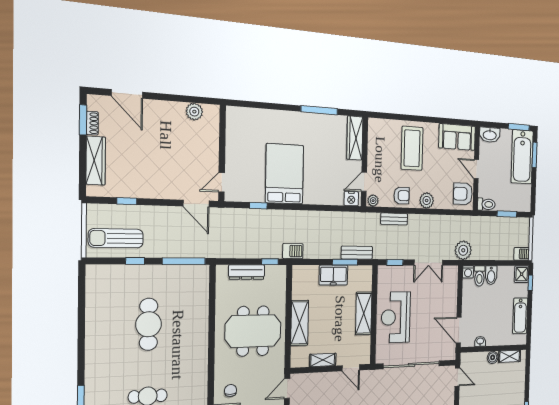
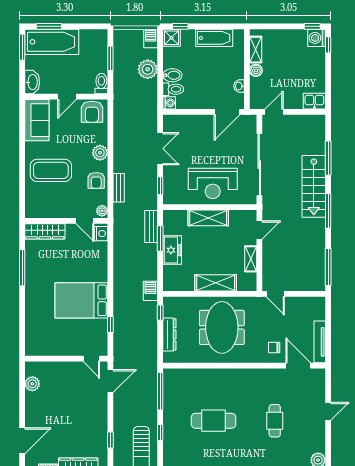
armchair: (402, 196) -> (96, 180), turned 180
plant: (463, 250) -> (148, 69), moved

